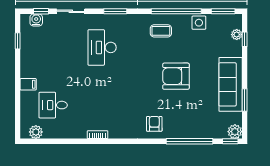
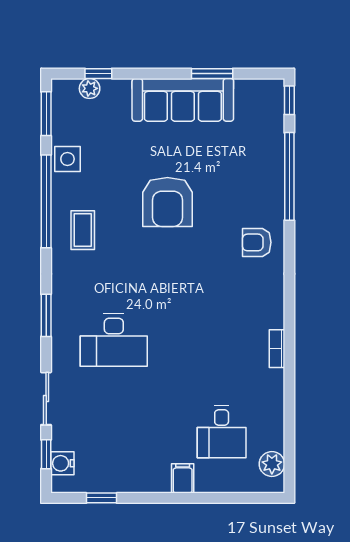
plant: (235, 132) -> (271, 92), removed

